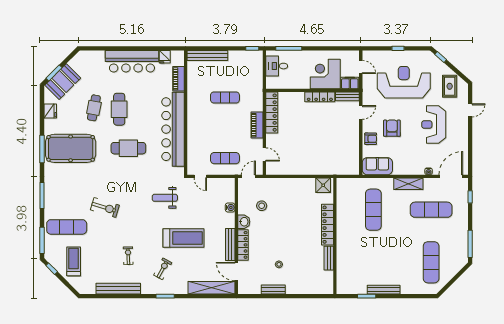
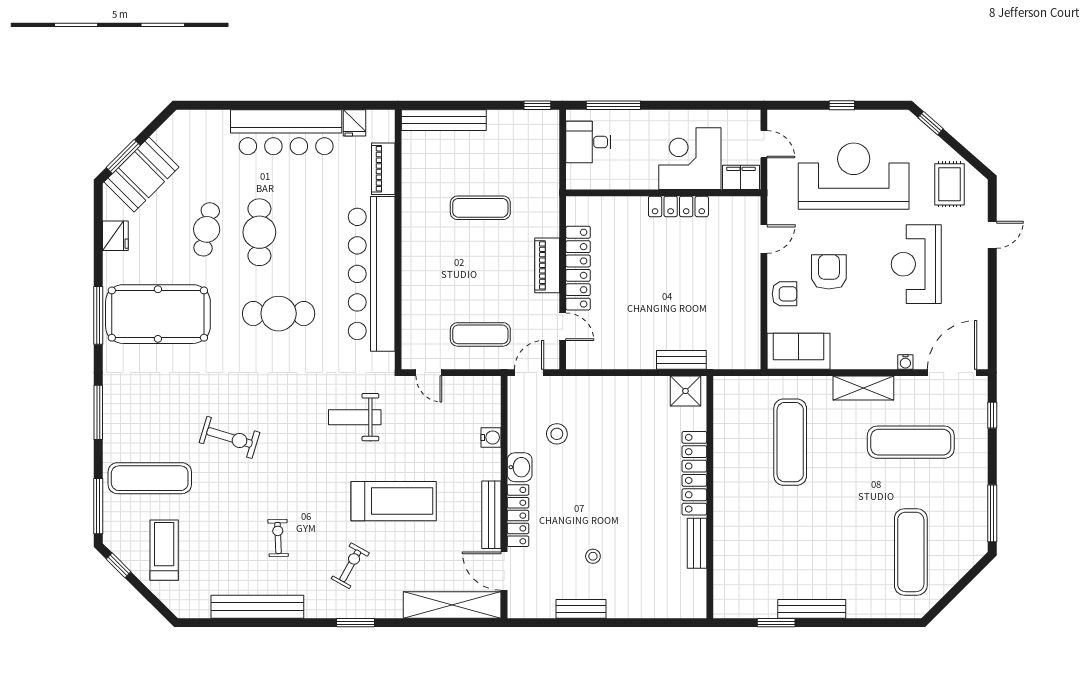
bench: (347, 96) -> (681, 360), moved
locker: (272, 113) -> (578, 268), moved

